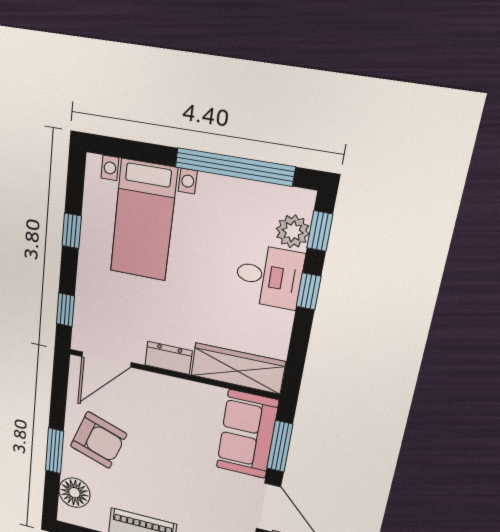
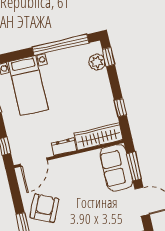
desk: (269, 277) -> (95, 86), removed
window: (309, 291) -> (120, 108), moved
armchair: (98, 440) -> (44, 208), turned -84

